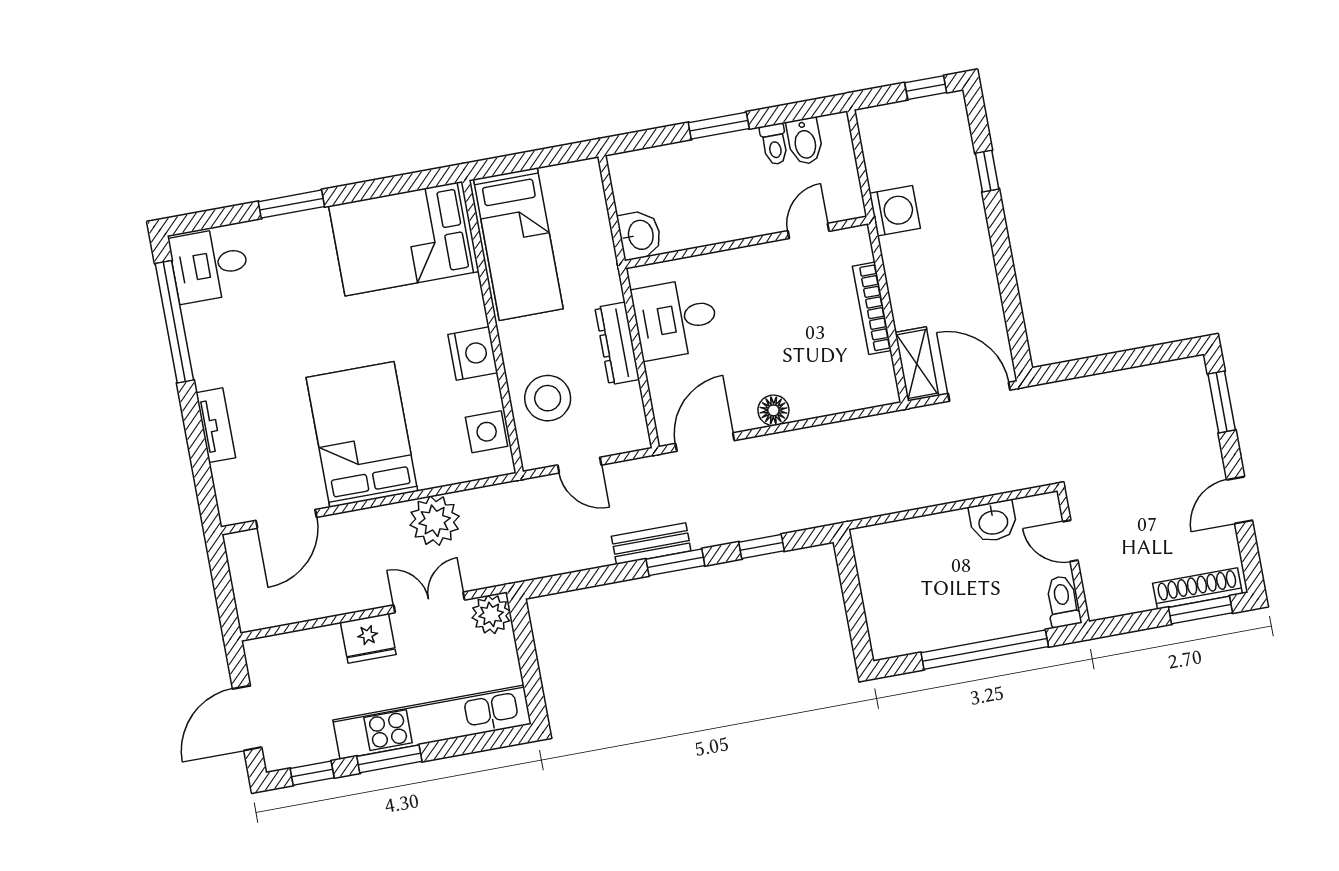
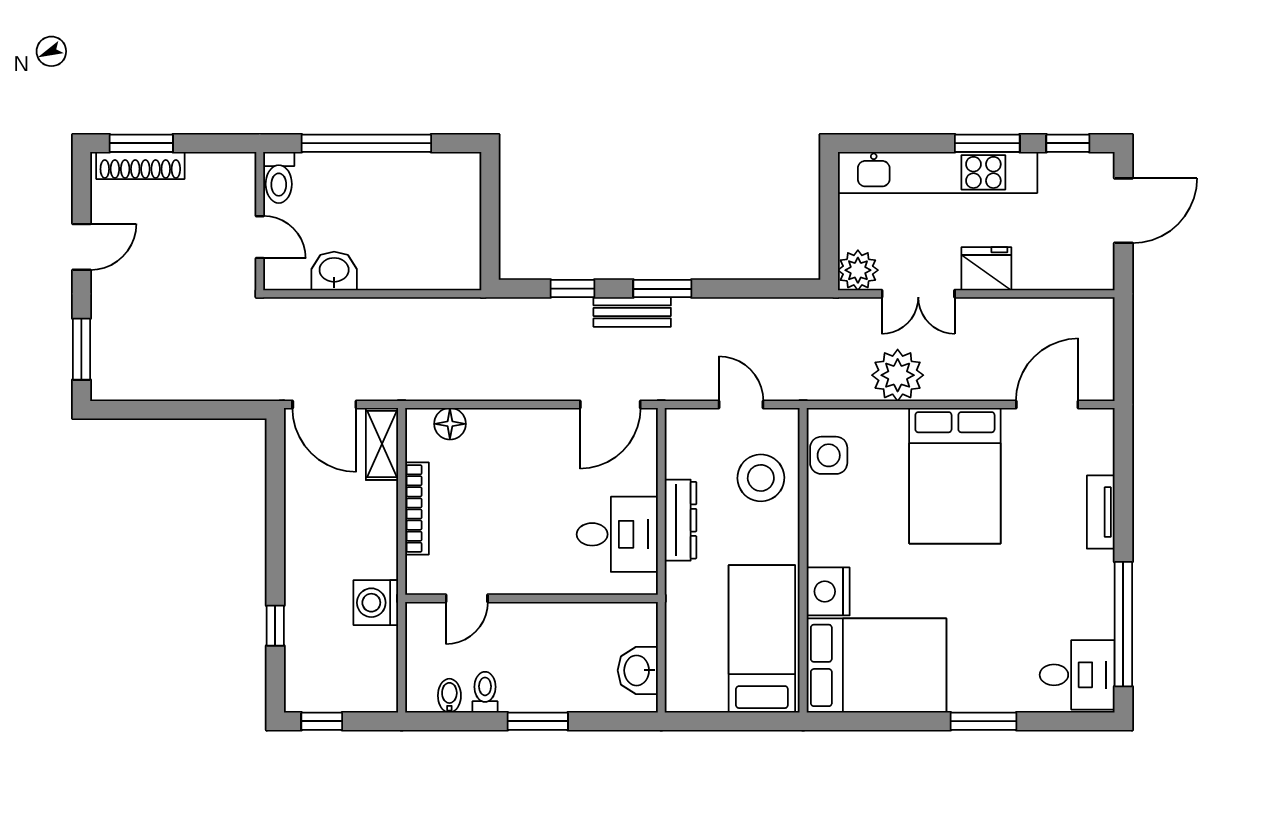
bidet: (805, 141) -> (449, 696), width x0.72, depth x0.74
washbasin: (640, 235) -> (638, 670), moved
nightstand: (473, 354) -> (828, 591), moved
floor lamp: (773, 410) -> (450, 424), moved
bench: (651, 544) -> (632, 312), moved

